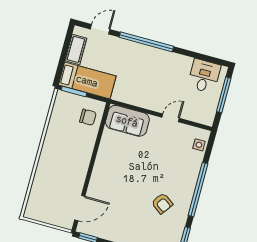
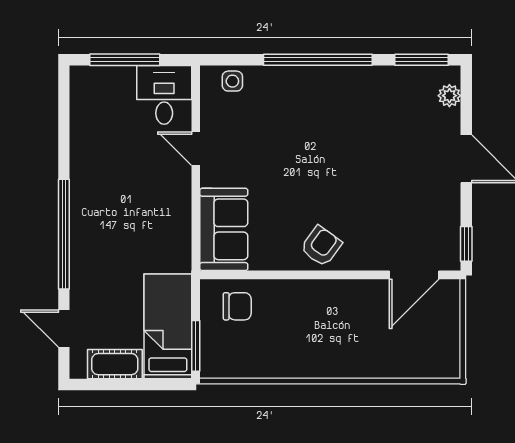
desk: (204, 76) -> (164, 95), moved, turned 90
chair: (88, 117) -> (237, 306), turned 90
armchair: (162, 203) -> (321, 246), moved
door: (80, 208) -> (414, 275), swing flipped

